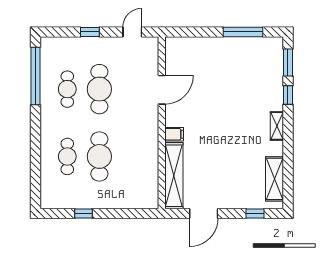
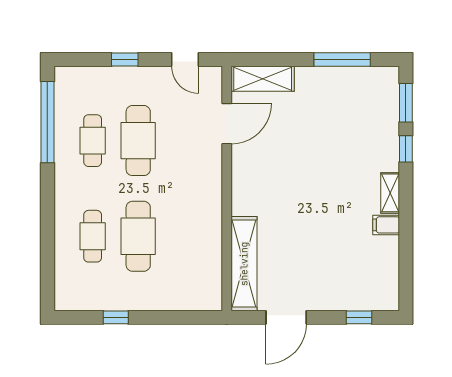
door: (132, 32) -> (185, 59), swing flipped
door: (162, 90) -> (227, 124), moved
filing cabinet: (174, 134) -> (386, 225), moved, turned 180
shelving: (274, 179) -> (263, 79), moved, turned 90

